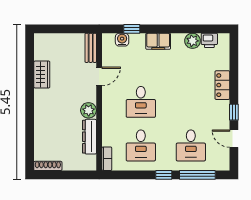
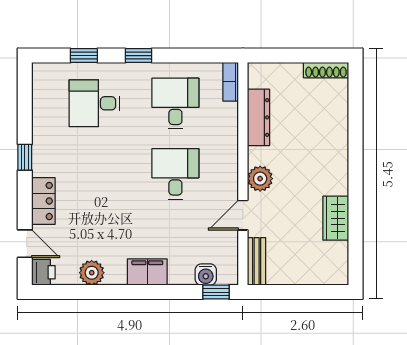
window: (132, 29) -> (216, 292), moved
printer: (209, 40) -> (43, 272), moved, turned 90
plant: (89, 110) -> (260, 179), moved
door: (234, 139) -> (25, 244), moved
desk: (191, 145) -> (94, 103), turned -90
window: (197, 175) -> (84, 56), width x0.46

